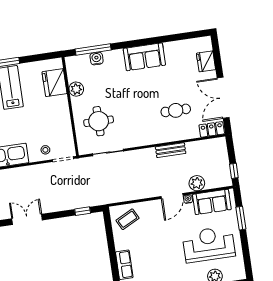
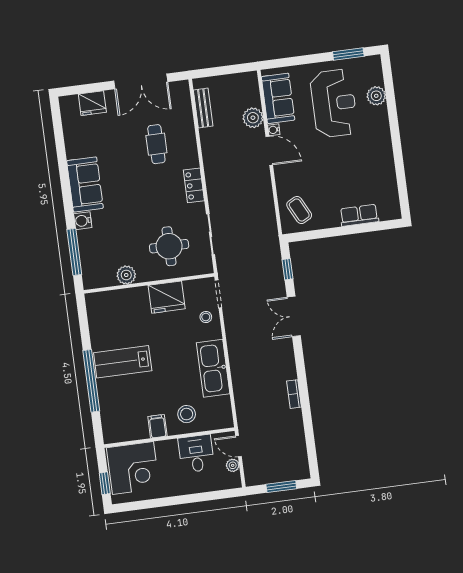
water cooler: (97, 59) -> (83, 221), moved
fridge: (54, 83) -> (167, 297), moved
locker: (212, 129) -> (194, 185), moved
bench: (171, 150) -> (203, 108), moved
window: (234, 171) -> (237, 69), removed
window: (241, 218) -> (348, 54), moved
double door: (27, 219) -> (294, 316), moved
reception desk: (209, 244) -> (334, 103), turned 180

